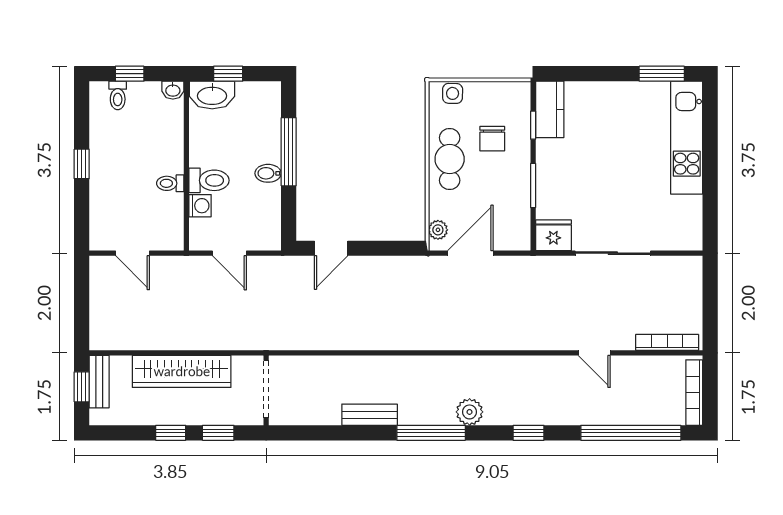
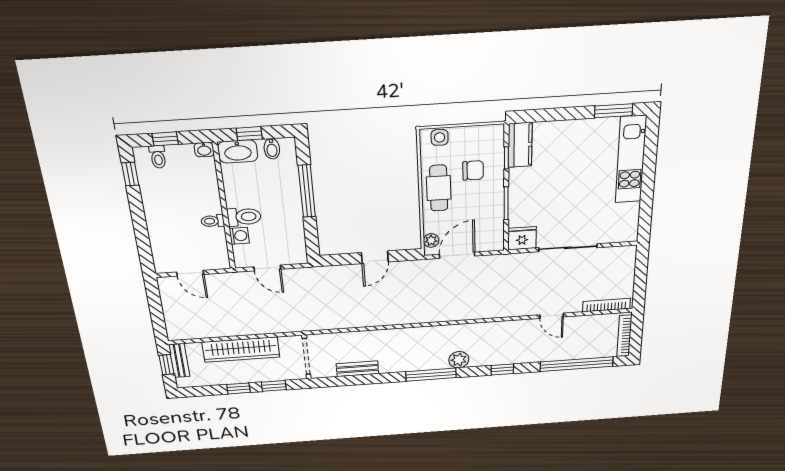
chair: (492, 139) -> (473, 170), turned -90
window: (82, 164) -> (130, 174), moved
bidet: (268, 173) -> (272, 149), moved, turned -90
door: (331, 248) -> (375, 257), moved
bench: (370, 415) -> (357, 369), moved

